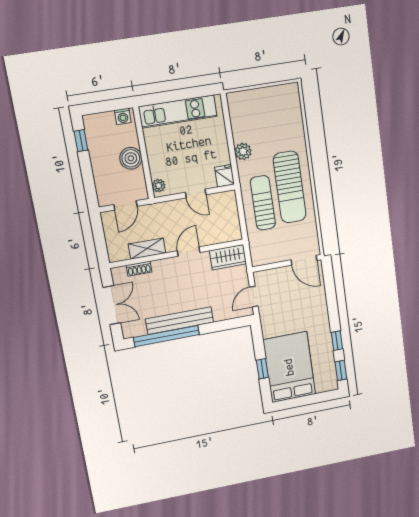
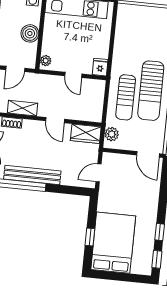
plant: (243, 151) -> (112, 134), moved
sun lounger: (263, 203) -> (126, 97), turned 180
door: (189, 252) -> (55, 120), swing flipped

